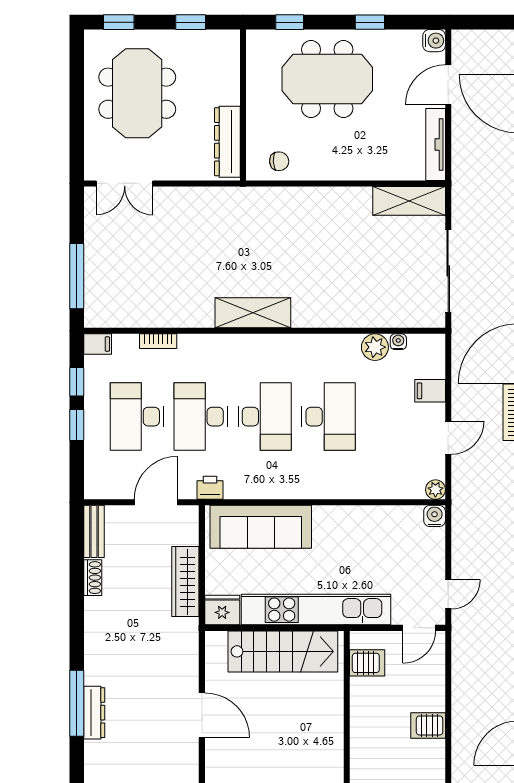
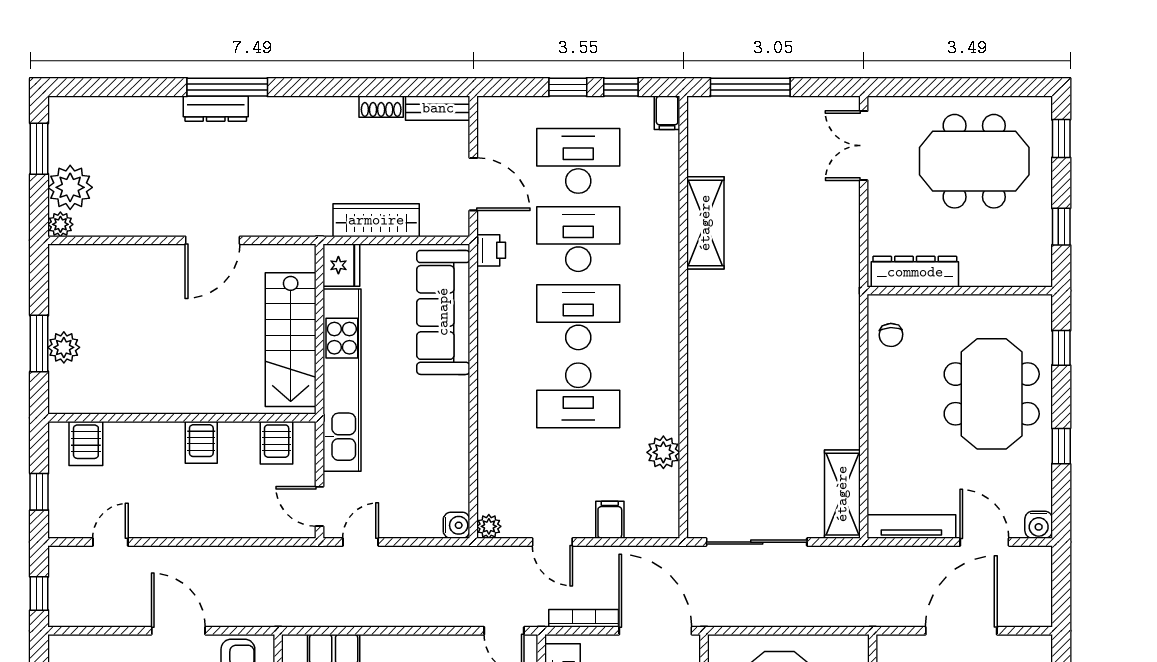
shelving: (253, 313) -> (705, 223), moved
bookcase: (158, 341) -> (671, 187), removed
water cooler: (398, 342) -> (670, 481), removed
desk: (265, 417) -> (578, 317), turned 180
door: (448, 594) -> (361, 542), swing flipped
server rack: (428, 725) -> (201, 442), moved, turned 180

